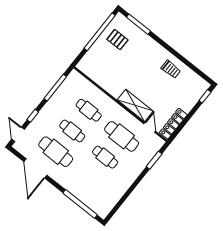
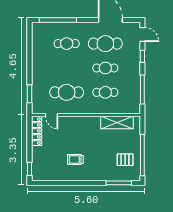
trolley: (171, 69) -> (75, 159), moved
shelving: (135, 105) -> (117, 122), moved
cafe table: (105, 157) -> (67, 44), moved

